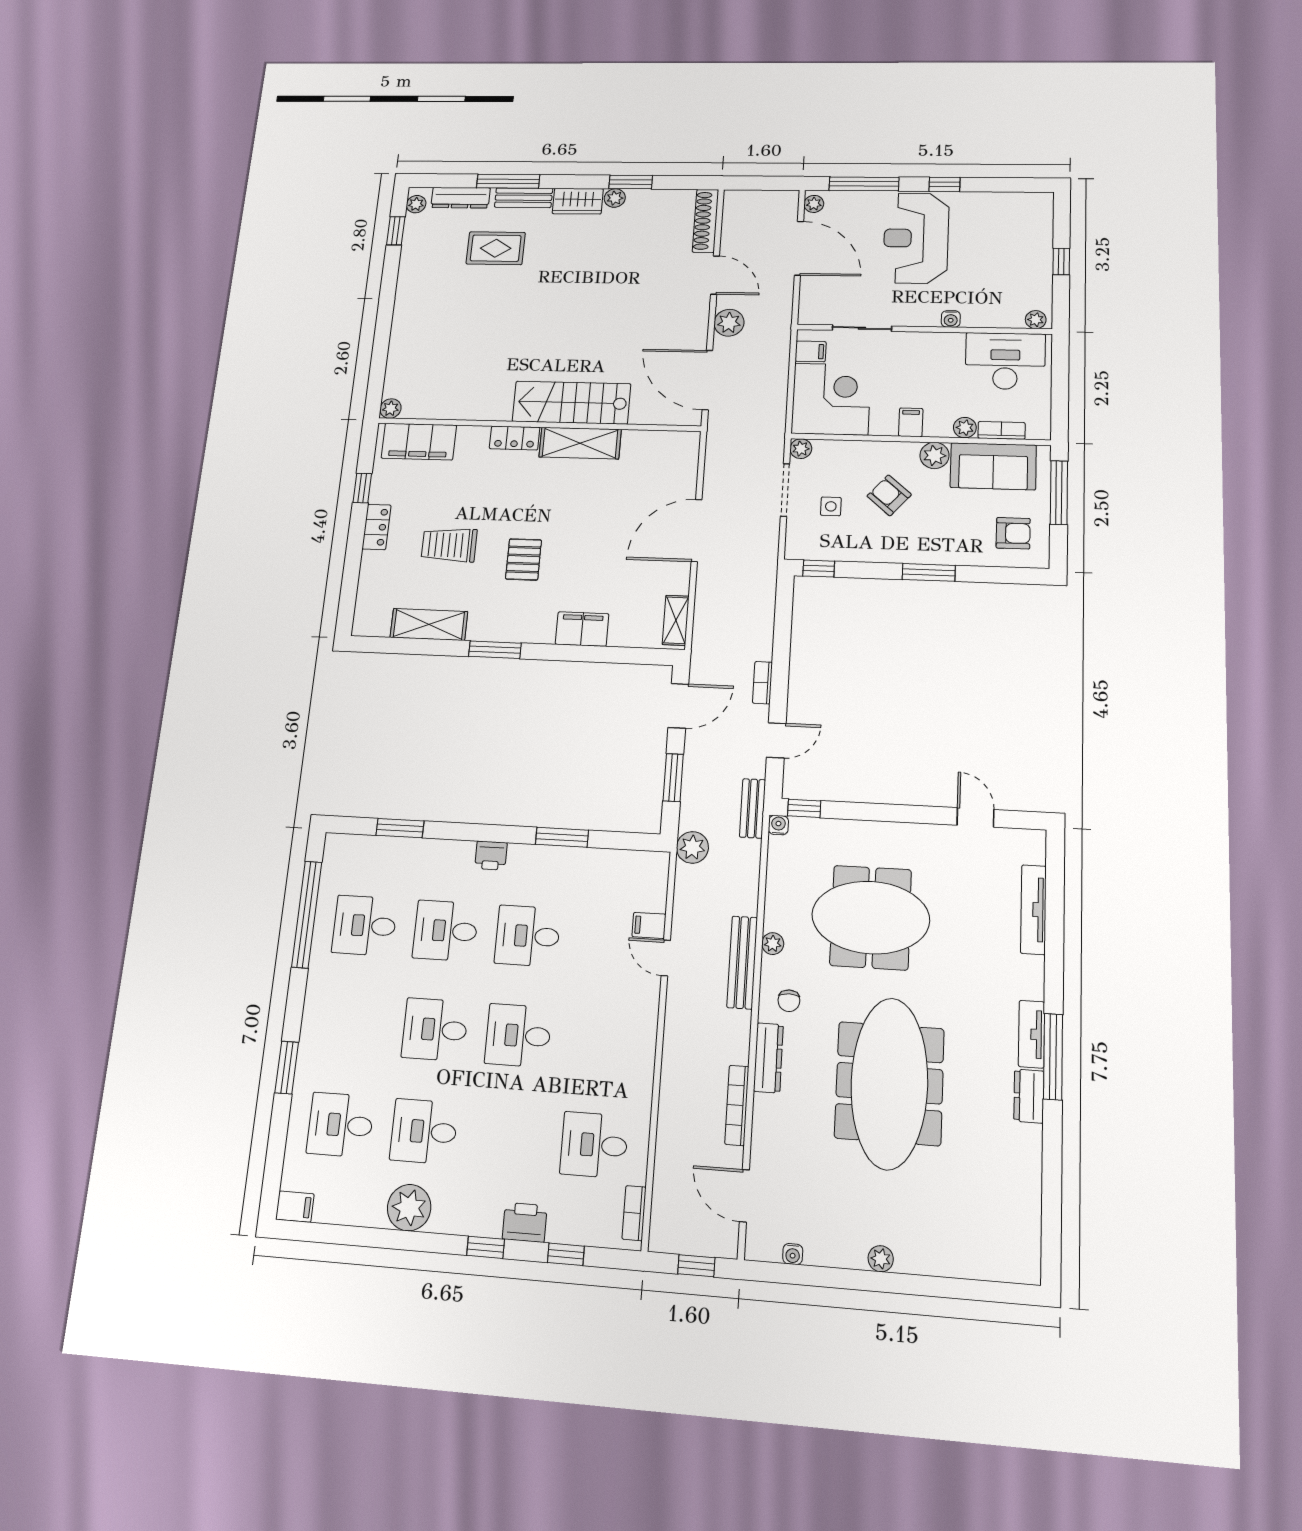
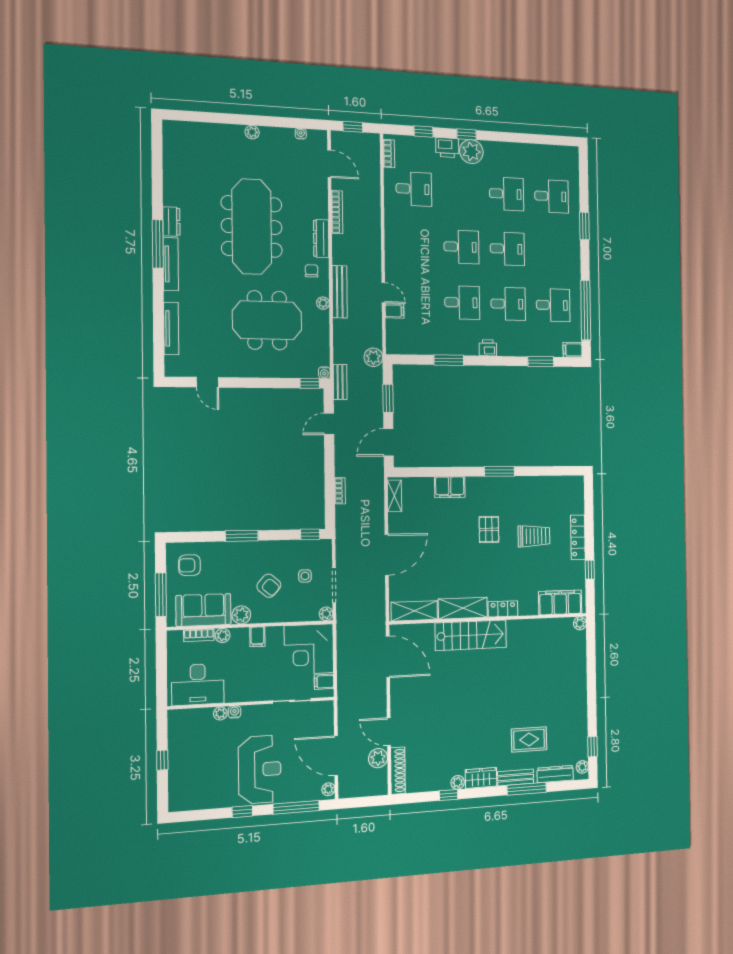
window: (631, 182) -> (449, 795), width x0.67
plant: (1036, 320) -> (220, 713), moved
plant: (729, 323) -> (378, 758), moved
locker: (377, 527) -> (578, 537), width x1.53
shelving: (429, 624) -> (414, 611), moved
bookcase: (762, 683) -> (340, 491), moved
tv unit: (1032, 1034) -> (171, 264), width x1.41
filing cabinet: (295, 1207) -> (573, 350), moved
plant: (409, 1208) -> (471, 152), moved

